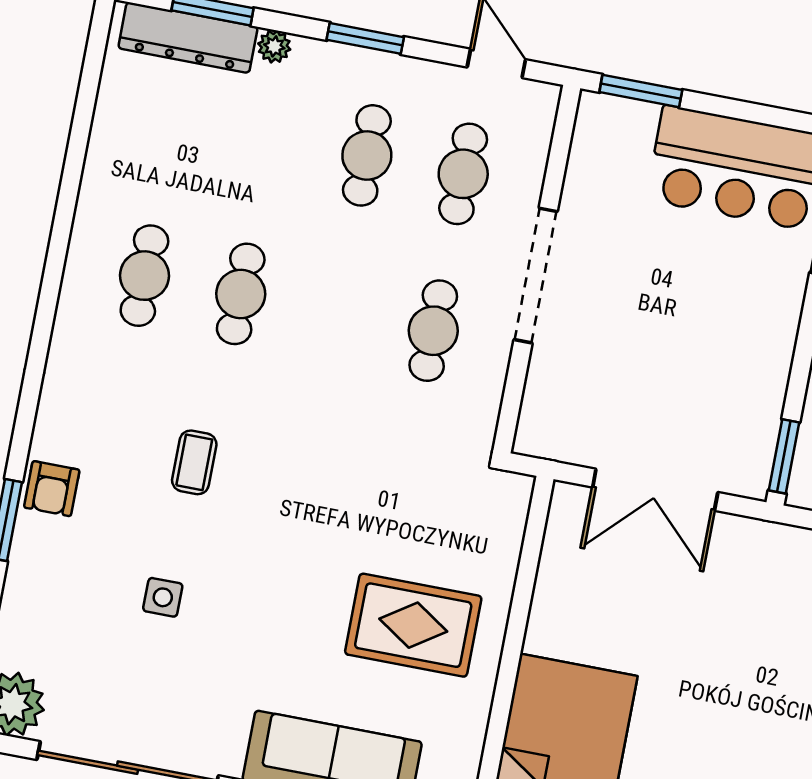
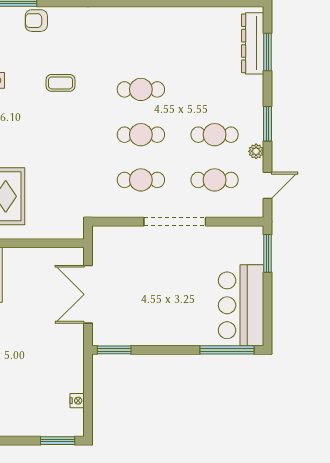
plant: (274, 46) -> (256, 151), moved
cafe table: (144, 276) -> (141, 135), moved

